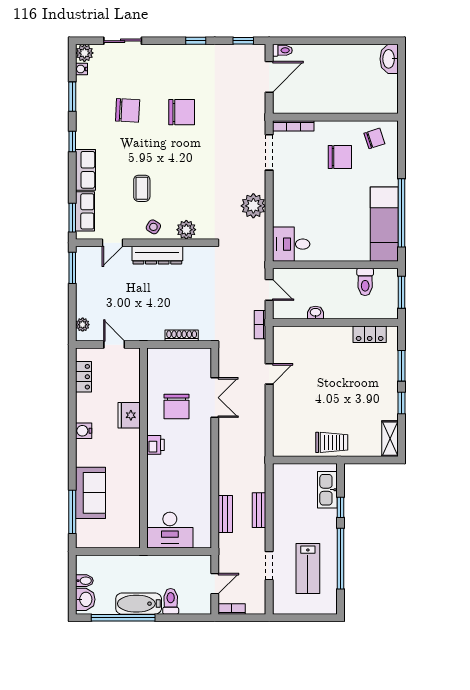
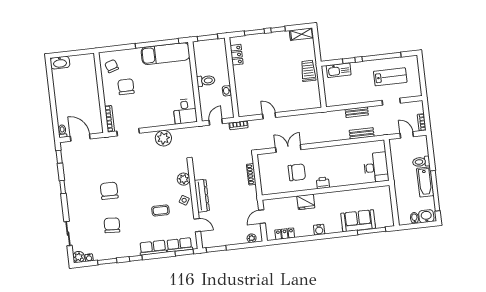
toilet: (365, 282) -> (206, 81), moved

